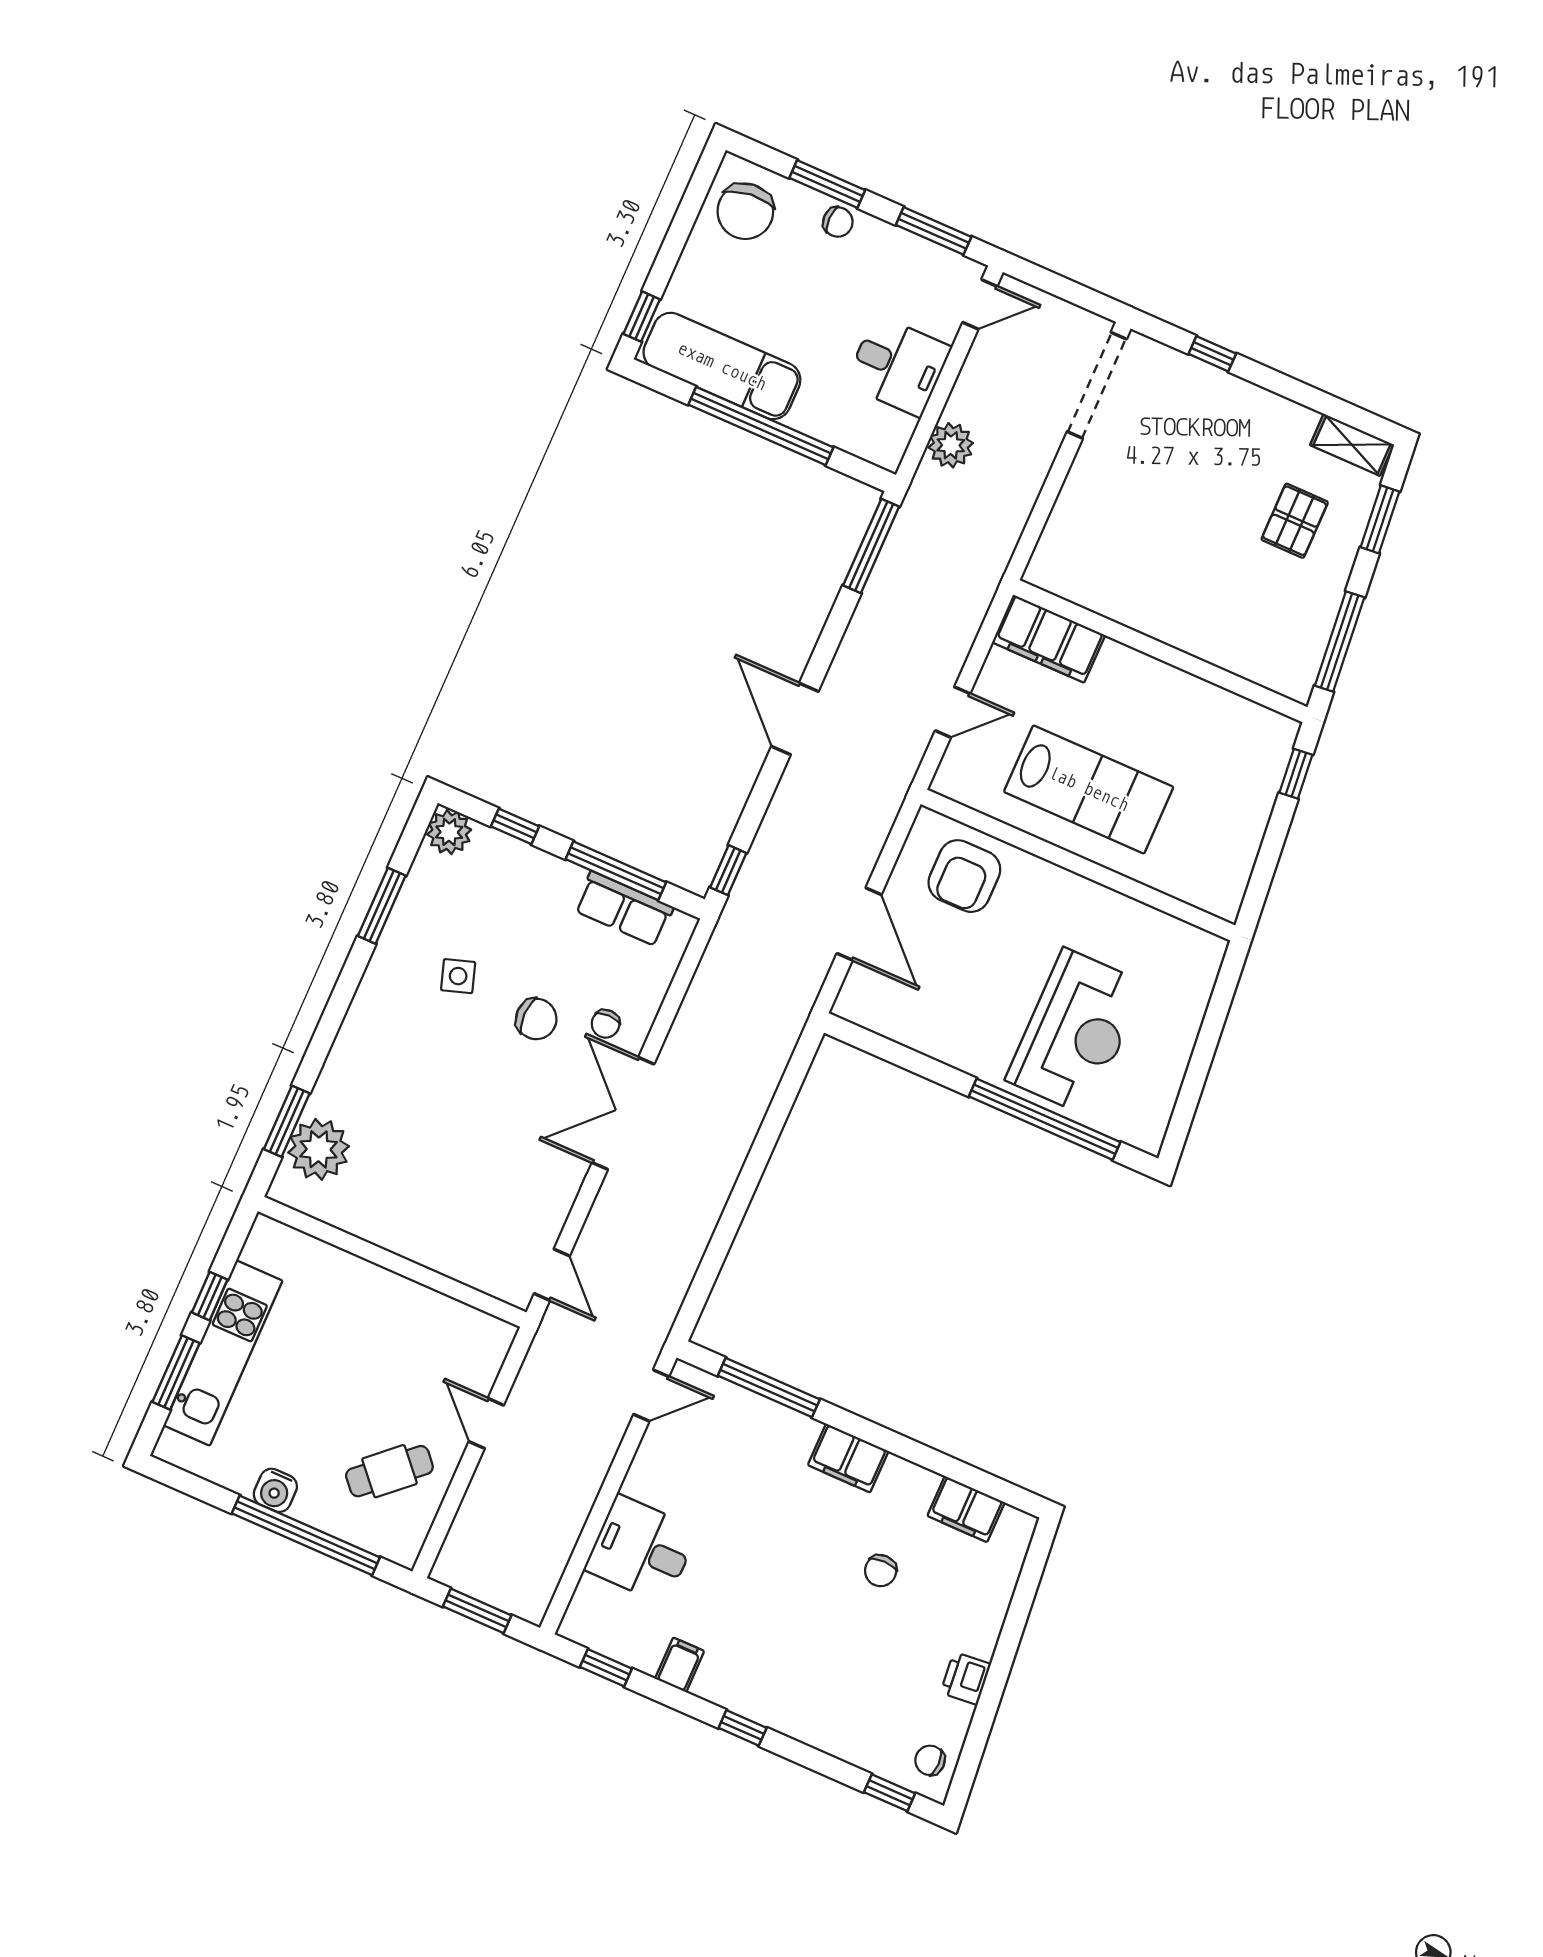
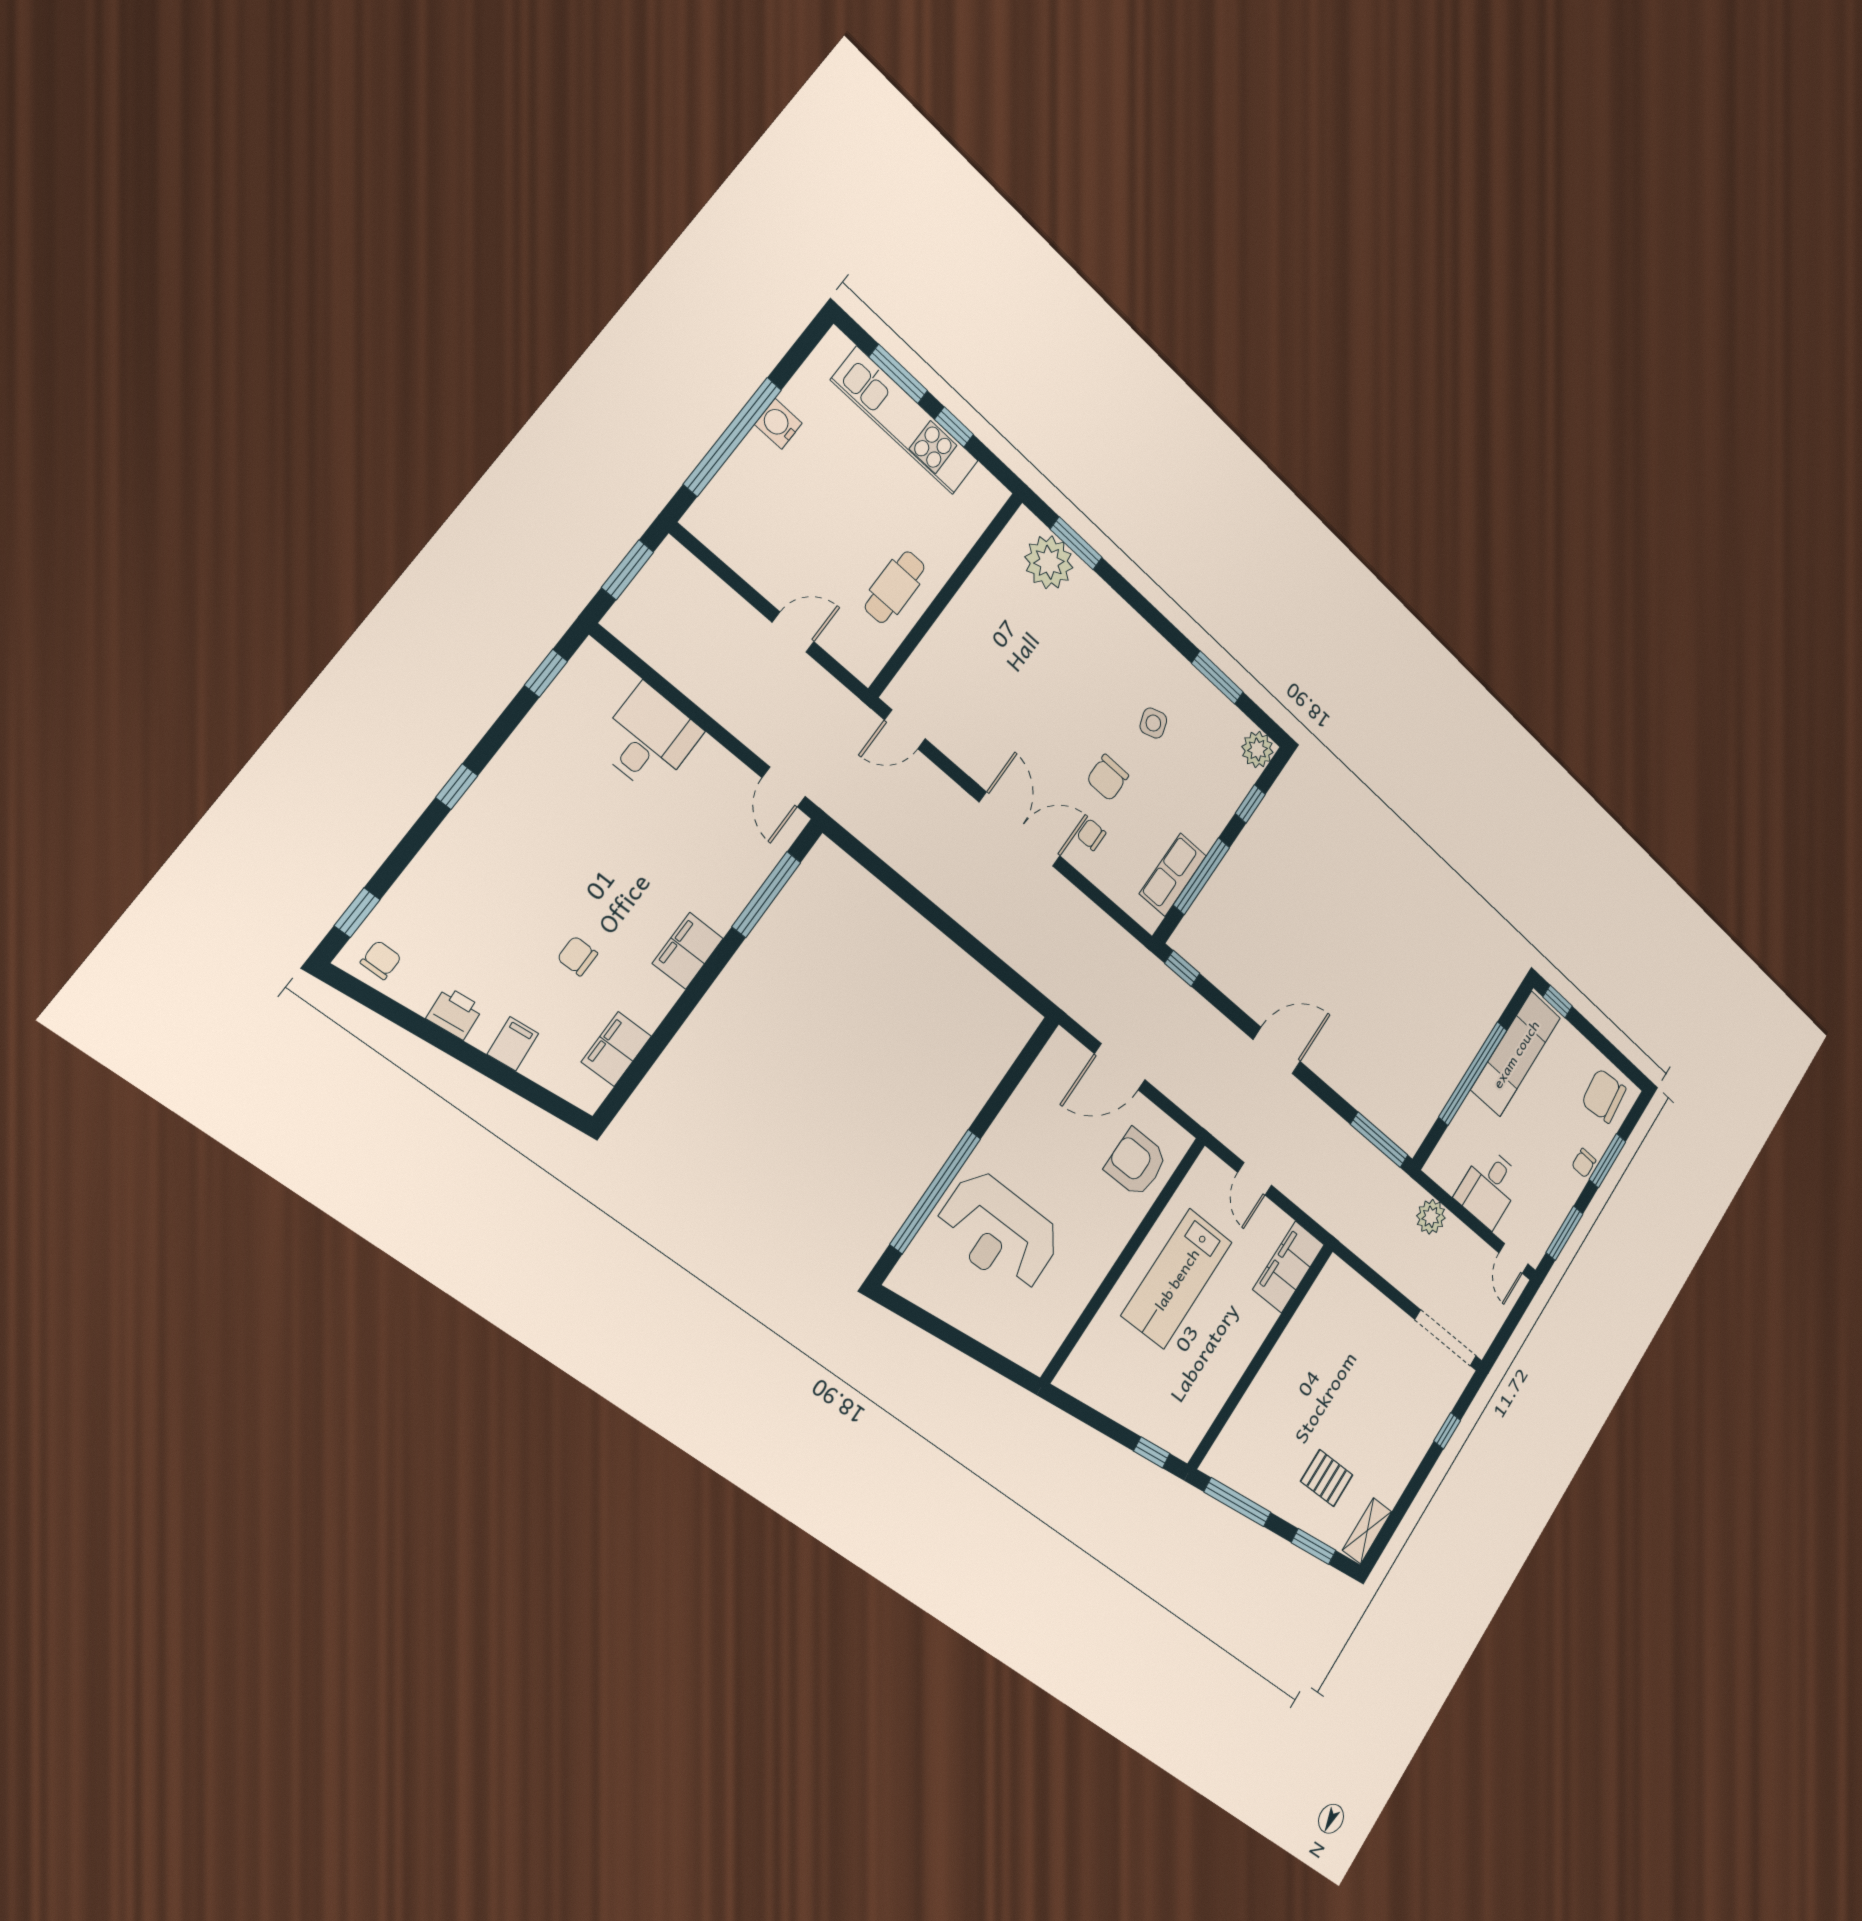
cafe table: (389, 1471) -> (895, 587), moved, turned 42
filing cabinet: (680, 1665) -> (513, 1044), moved, turned -95

